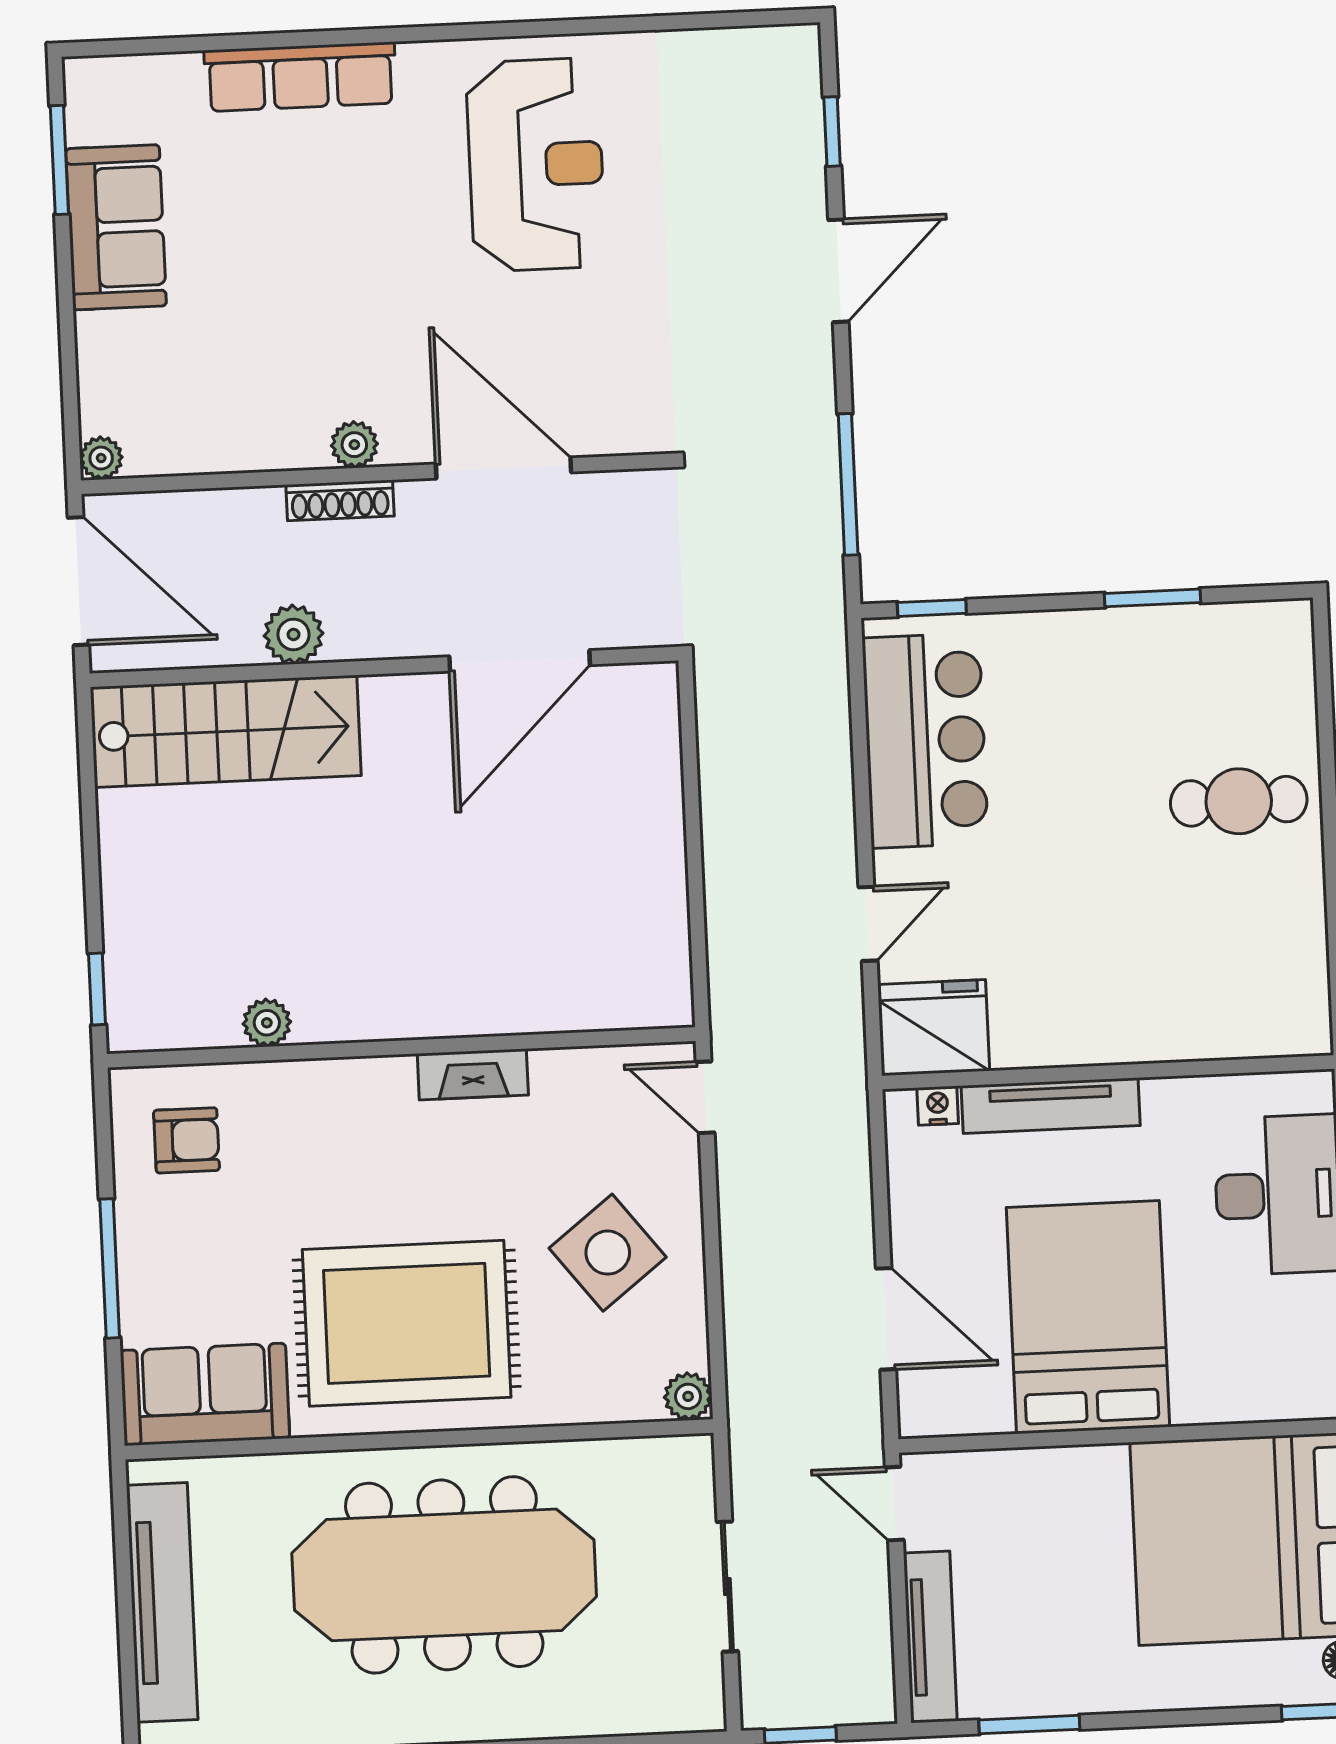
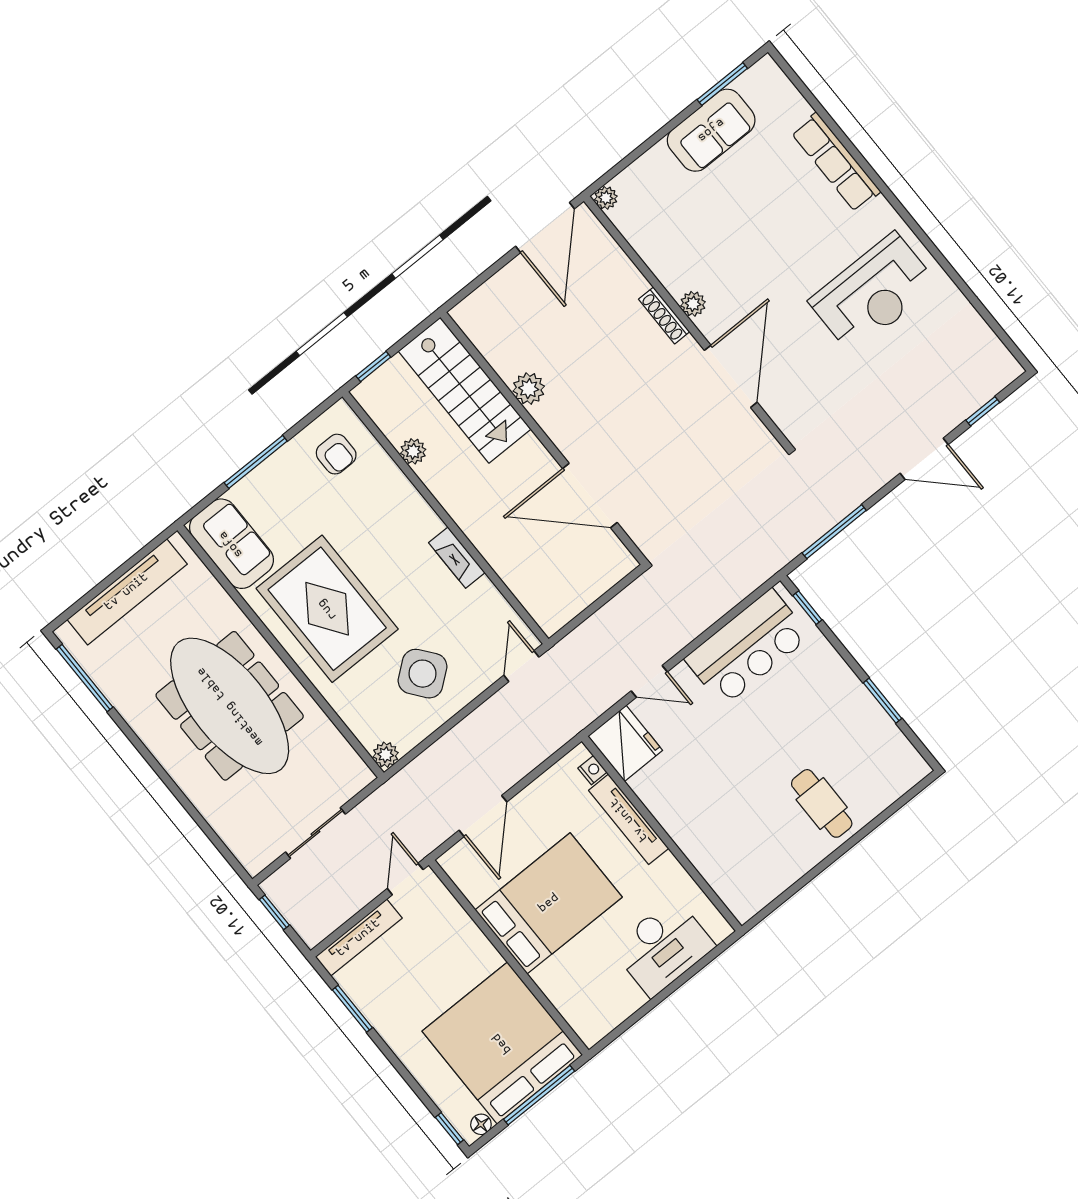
plant: (294, 634) -> (529, 389), moved
door: (520, 661) -> (590, 496), moved
wall: (384, 667) -> (544, 438), moved
stairs: (226, 731) -> (465, 390), moved

